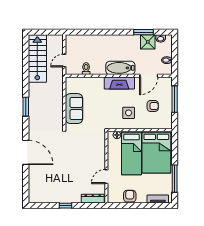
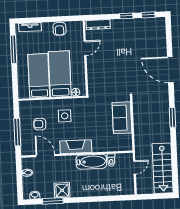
shower: (148, 42) -> (62, 190), moved
bathtub: (120, 68) -> (91, 162), moved
door: (149, 76) -> (45, 156), hinge flipped
bed: (156, 152) -> (39, 76), width x0.67
window: (45, 206) -> (148, 15), added

